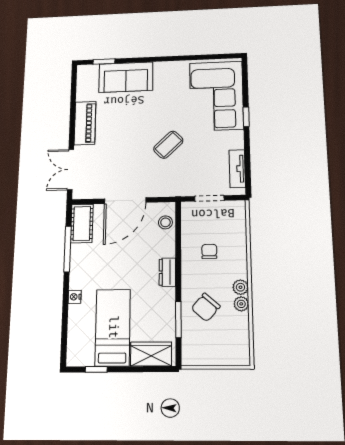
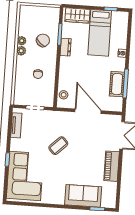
door: (125, 201) -> (88, 111), hinge flipped
cot: (82, 224) -> (117, 84), moved
dresser: (167, 272) -> (66, 47), moved

